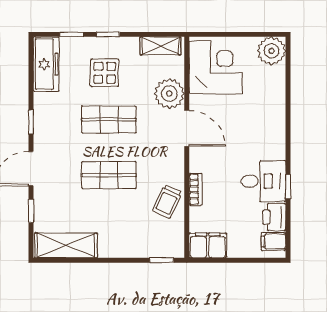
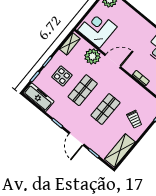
trolley: (167, 201) -> (134, 119), moved

